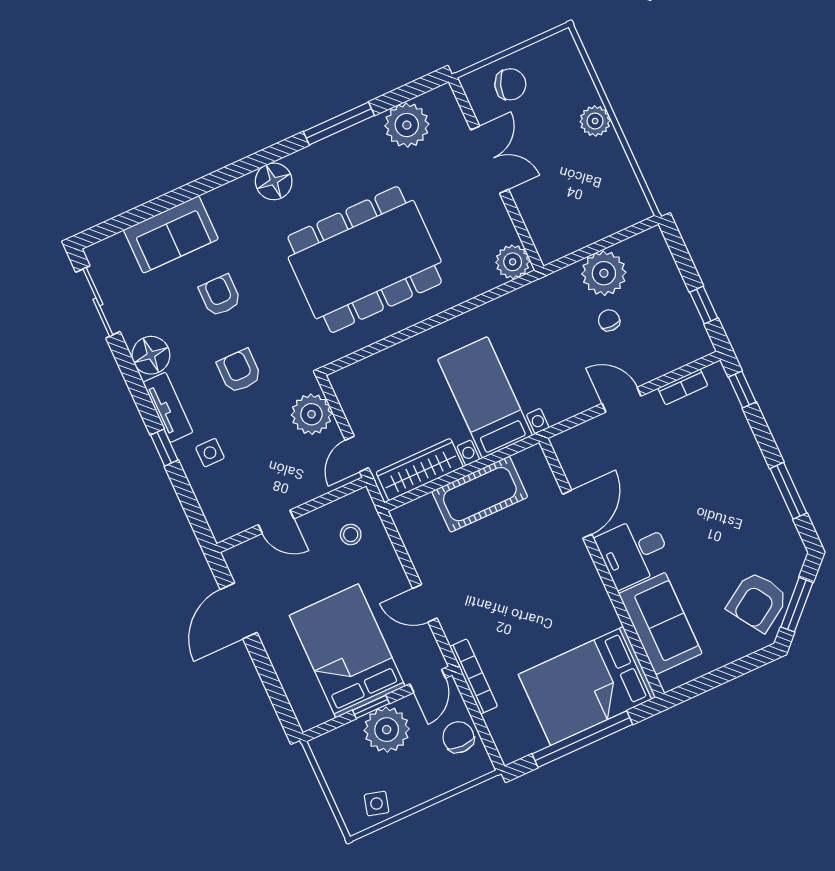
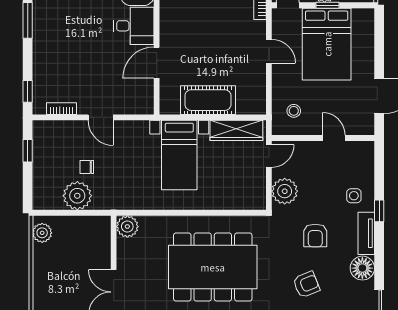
plant: (595, 121) -> (42, 233), moved
armchair: (220, 295) -> (306, 284), turned -112
chair: (609, 320) -> (87, 167), turned 90

